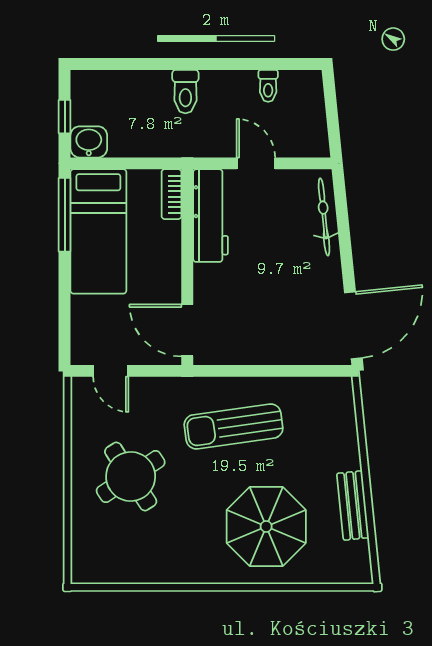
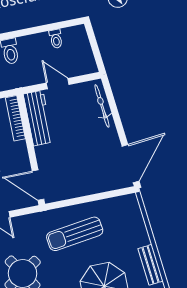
bookcase: (171, 194) -> (15, 118), width x1.56

